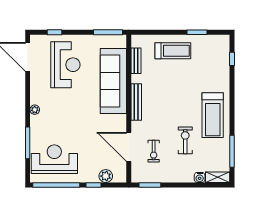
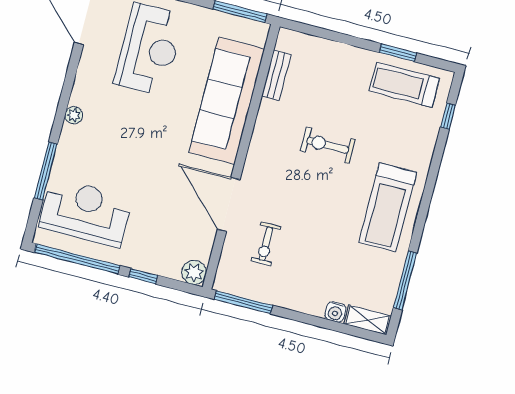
treadmill: (173, 51) -> (404, 85), moved, turned 180
bench: (136, 102) -> (258, 149), removed
exercise bike: (185, 140) -> (328, 145), moved, turned -90
door: (129, 147) -> (229, 204), moved
plant: (106, 176) -> (194, 272), moved
window: (150, 185) -> (243, 302), width x1.44

